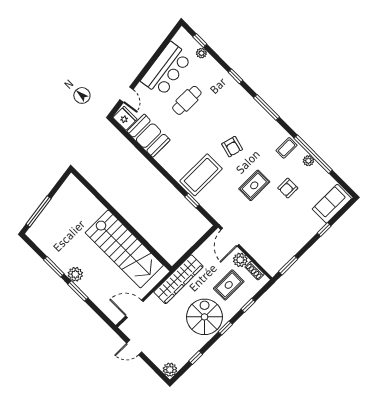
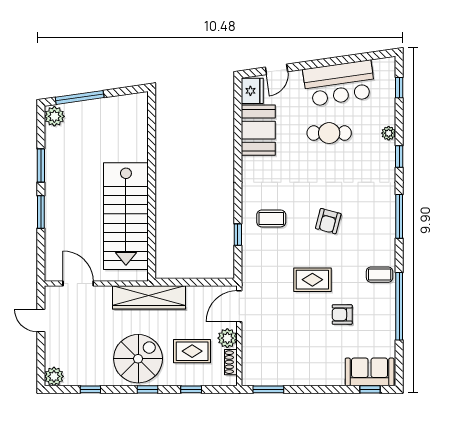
plant: (201, 53) -> (389, 133), moved
plant: (308, 161) -> (388, 308), removed
coffee table: (201, 175) -> (271, 218), width x0.54, depth x0.58
window: (324, 230) -> (370, 389), moved
plant: (75, 274) -> (54, 116), moved

